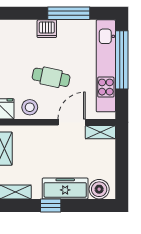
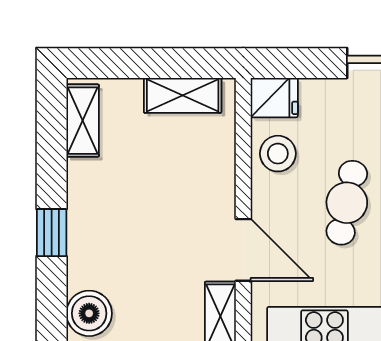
freezer: (65, 188) -> (91, 235), removed
window: (51, 205) -> (52, 233), moved

